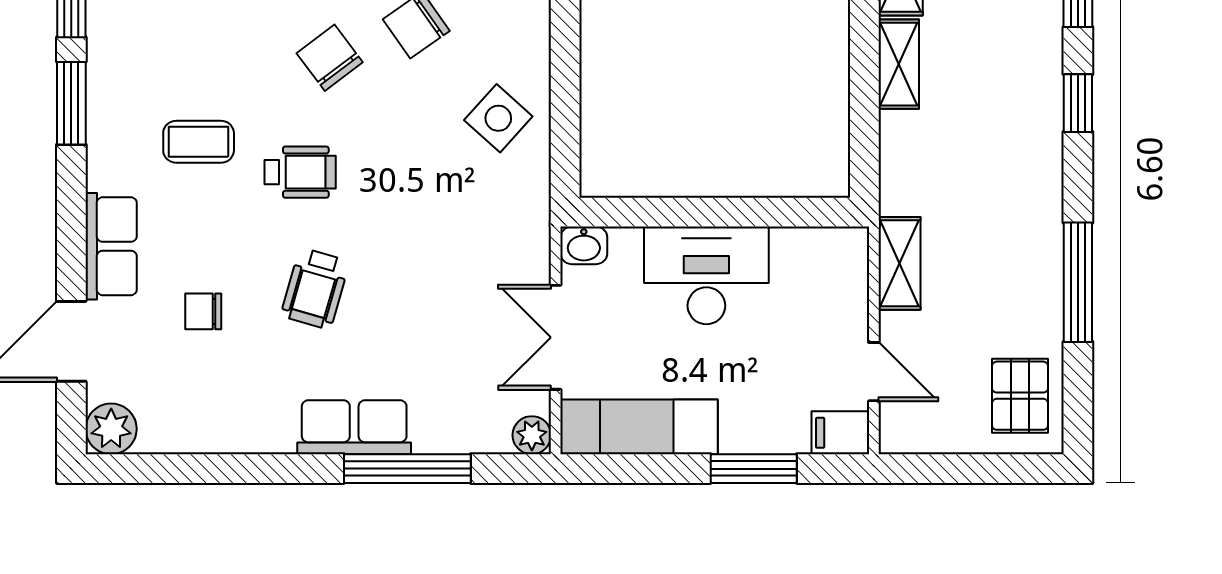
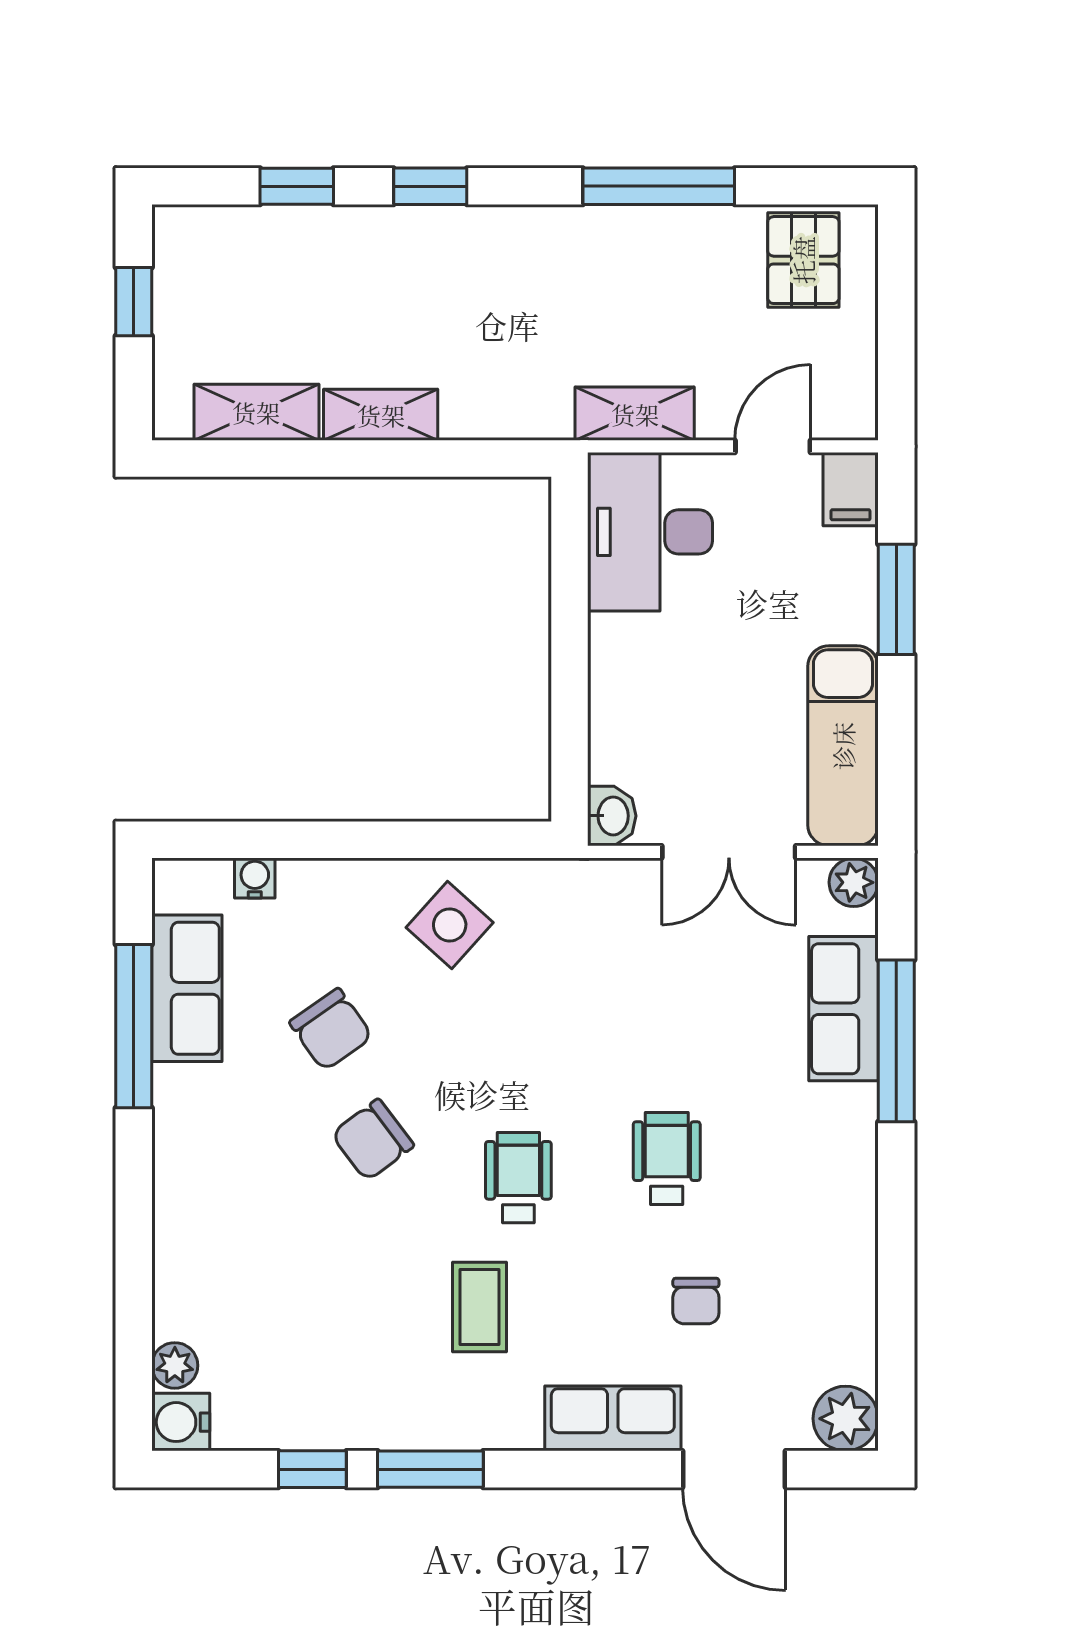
desk: (706, 275) -> (650, 532), moved
wheelchair: (315, 289) -> (667, 1159), turned -106
pallet: (1020, 396) -> (803, 260), turned 90
row of seats: (354, 427) -> (843, 1009), moved

